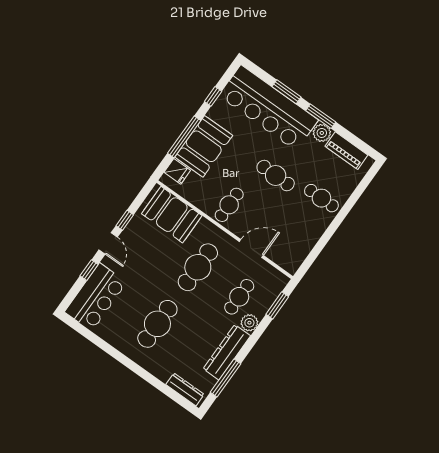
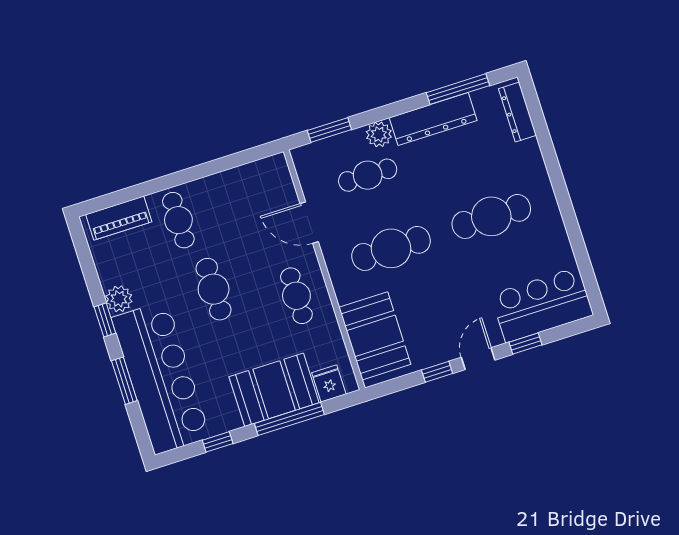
window: (321, 116) -> (105, 320), width x0.67
piano: (346, 151) -> (119, 218), moved, turned 90
cafe table: (229, 205) -> (296, 296), turned 90

